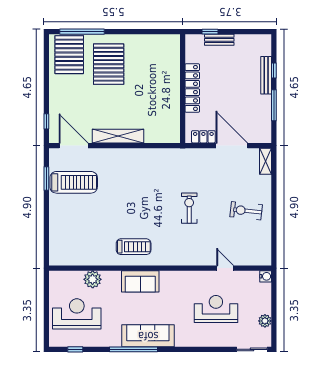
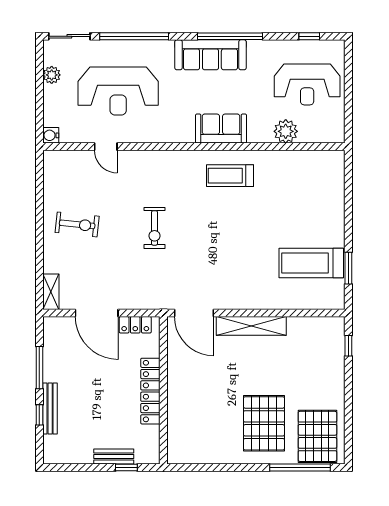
door: (74, 146) -> (194, 313), moved
reception desk: (216, 309) -> (118, 91), width x1.36, depth x1.30
window: (204, 349) -> (134, 36), added

